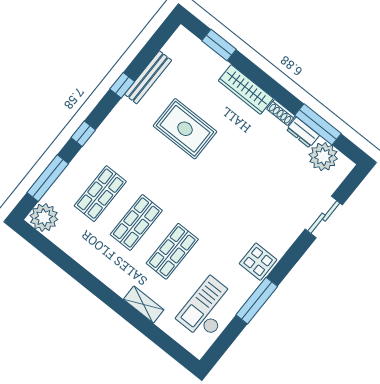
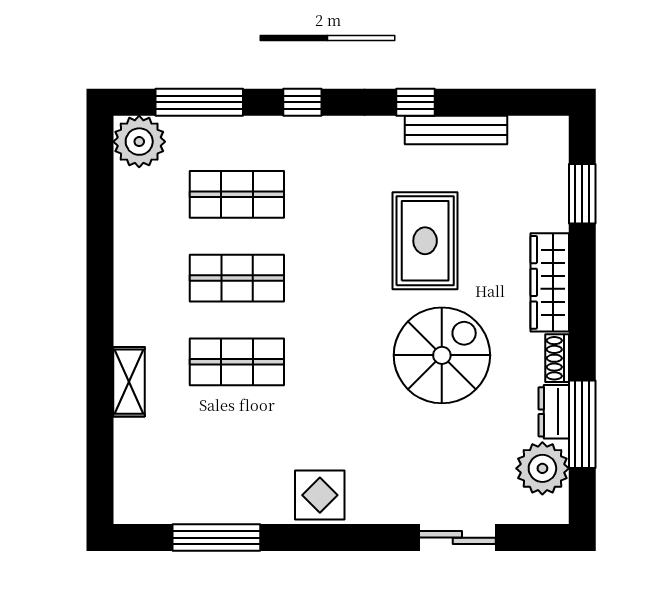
spiral stairs: (240, 161) -> (442, 355), added
window: (257, 301) -> (216, 538), moved
checkout: (208, 309) -> (196, 478), removed

